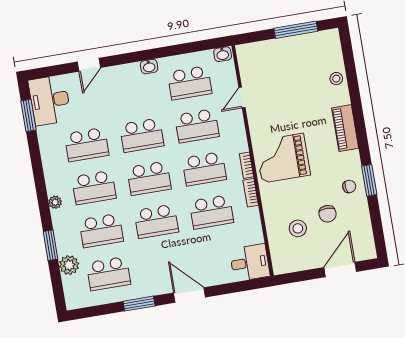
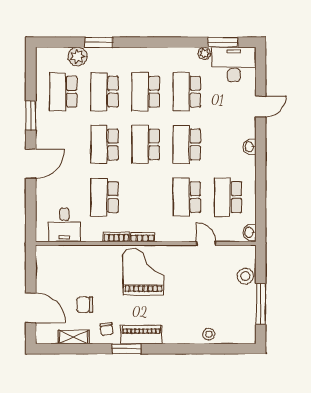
door: (89, 65) -> (261, 106), swing flipped
washbasin: (149, 66) -> (250, 147), moved
piano: (345, 128) -> (141, 335), moved
school desk: (204, 169) -> (146, 197), removed
window: (369, 180) -> (126, 349), moved
plant: (55, 202) -> (204, 53), moved
shelving: (363, 219) -> (74, 337), added
stool: (298, 228) -> (245, 276), moved
desk: (250, 263) -> (64, 225), moved

